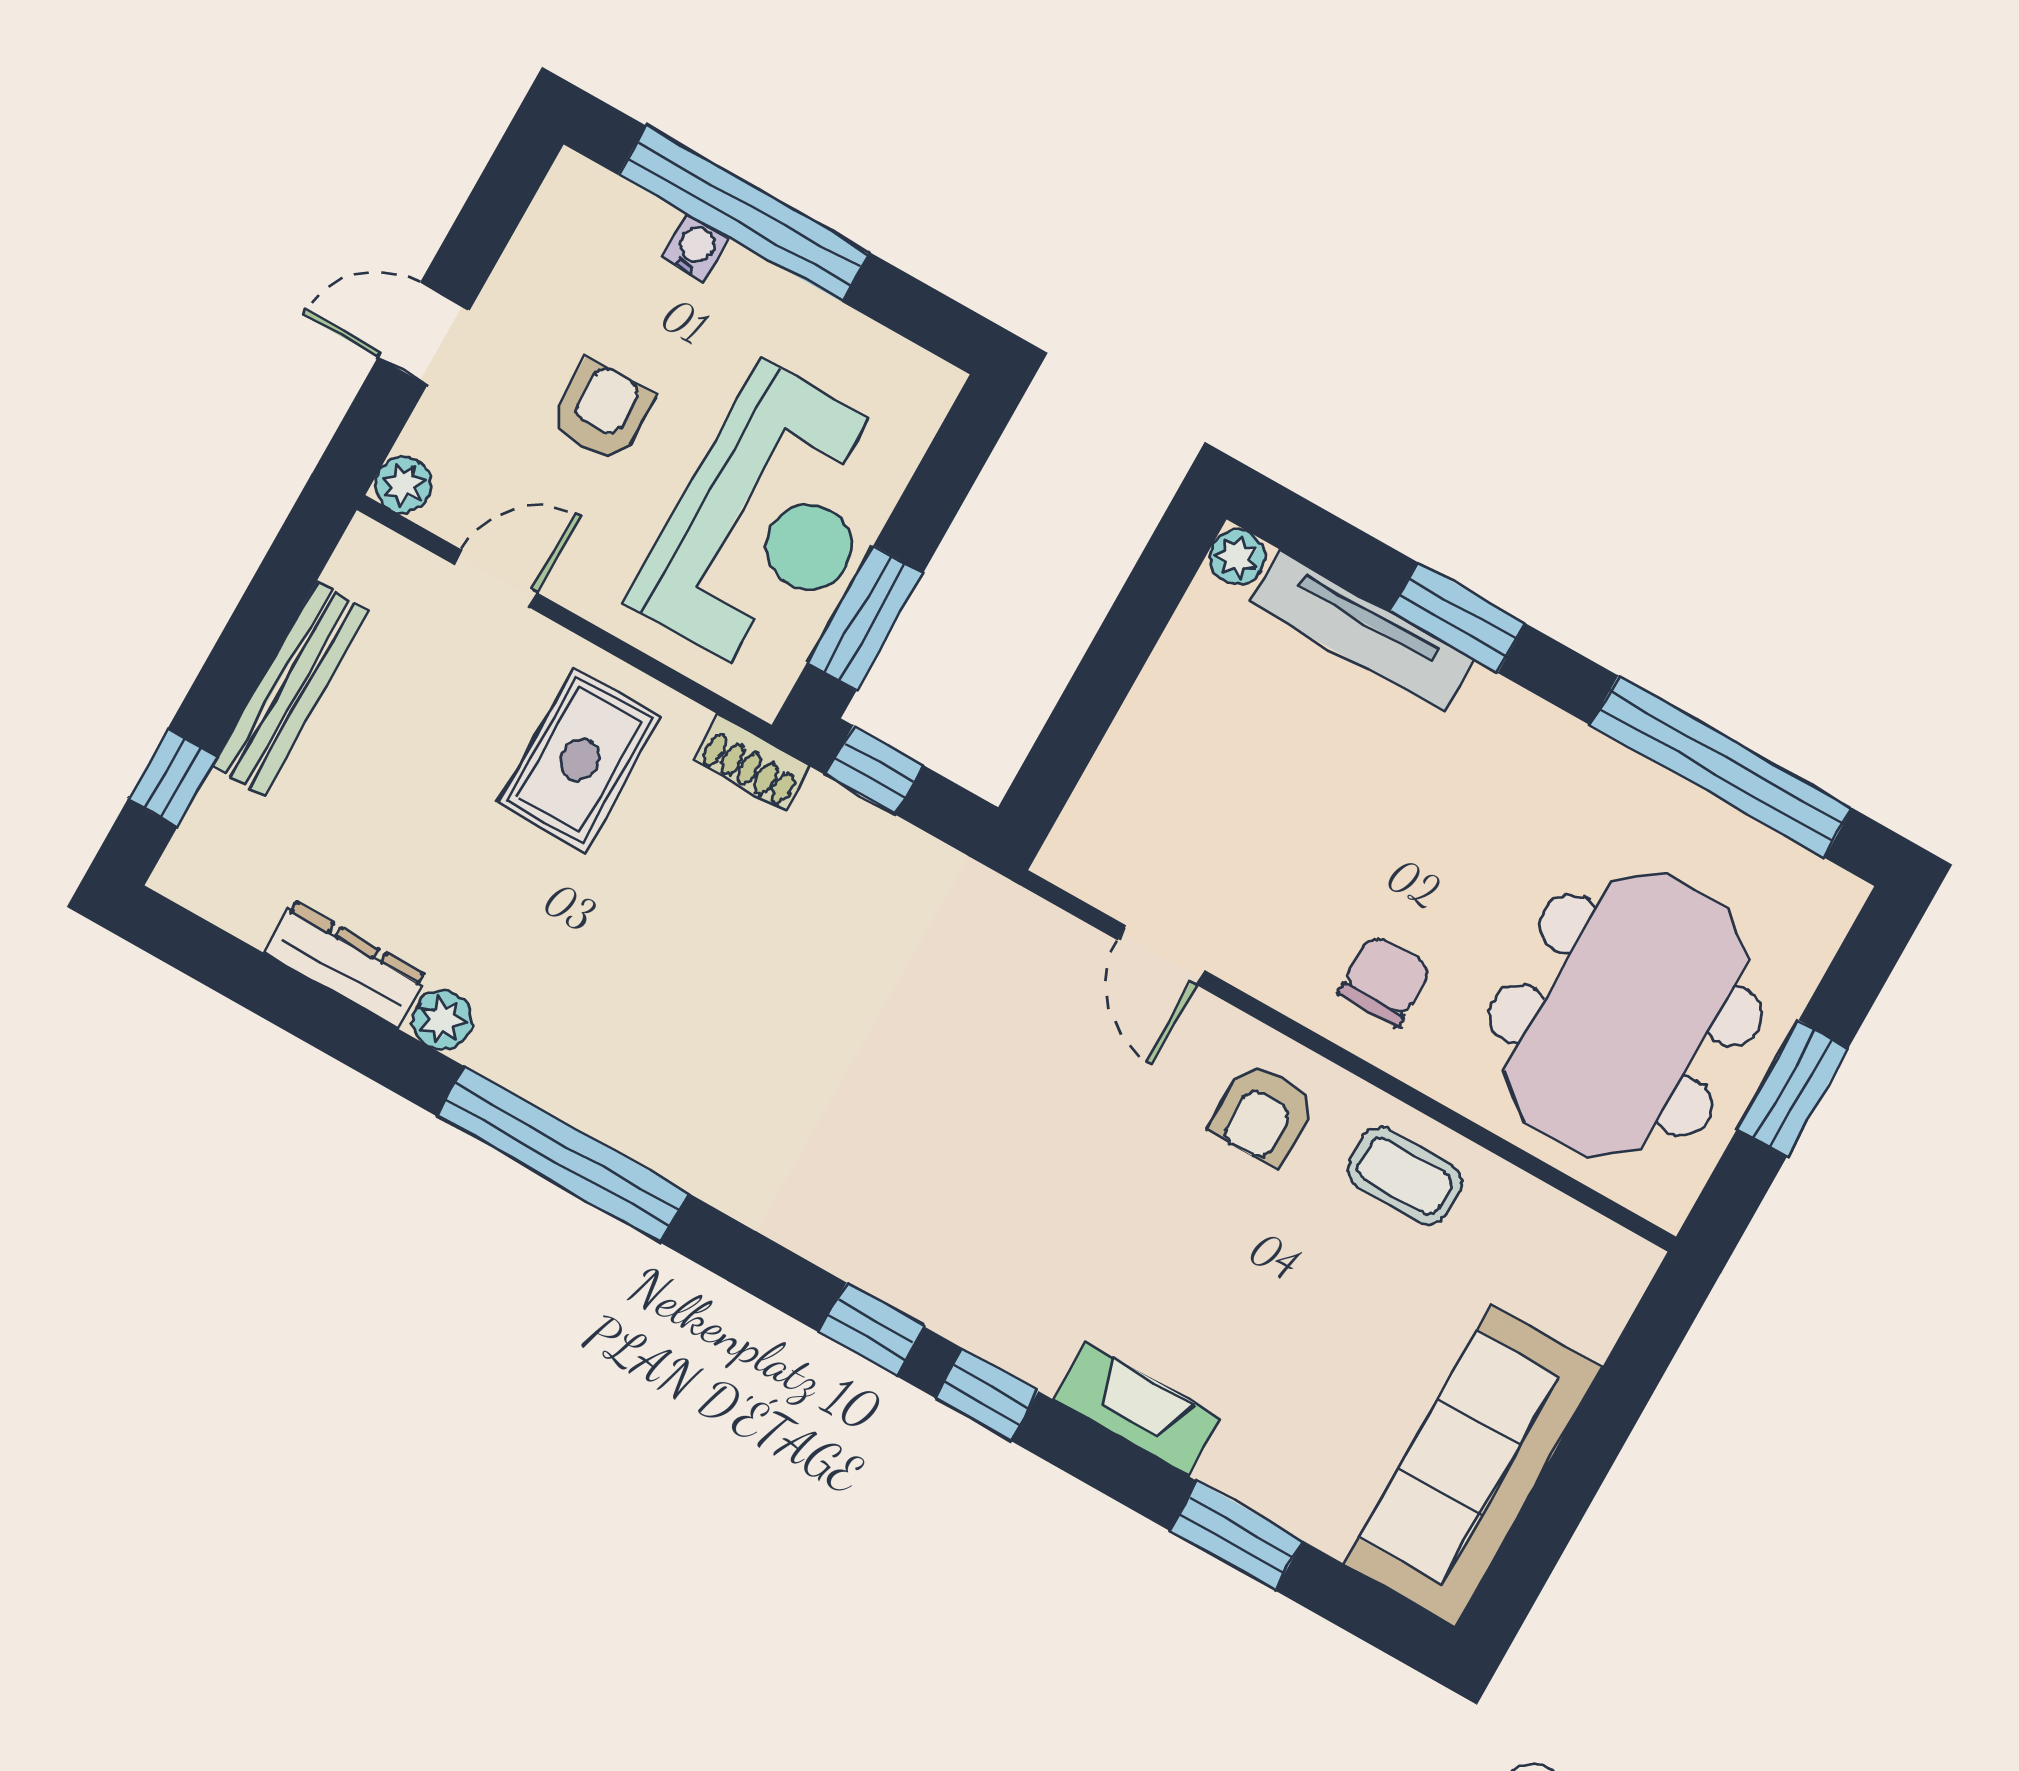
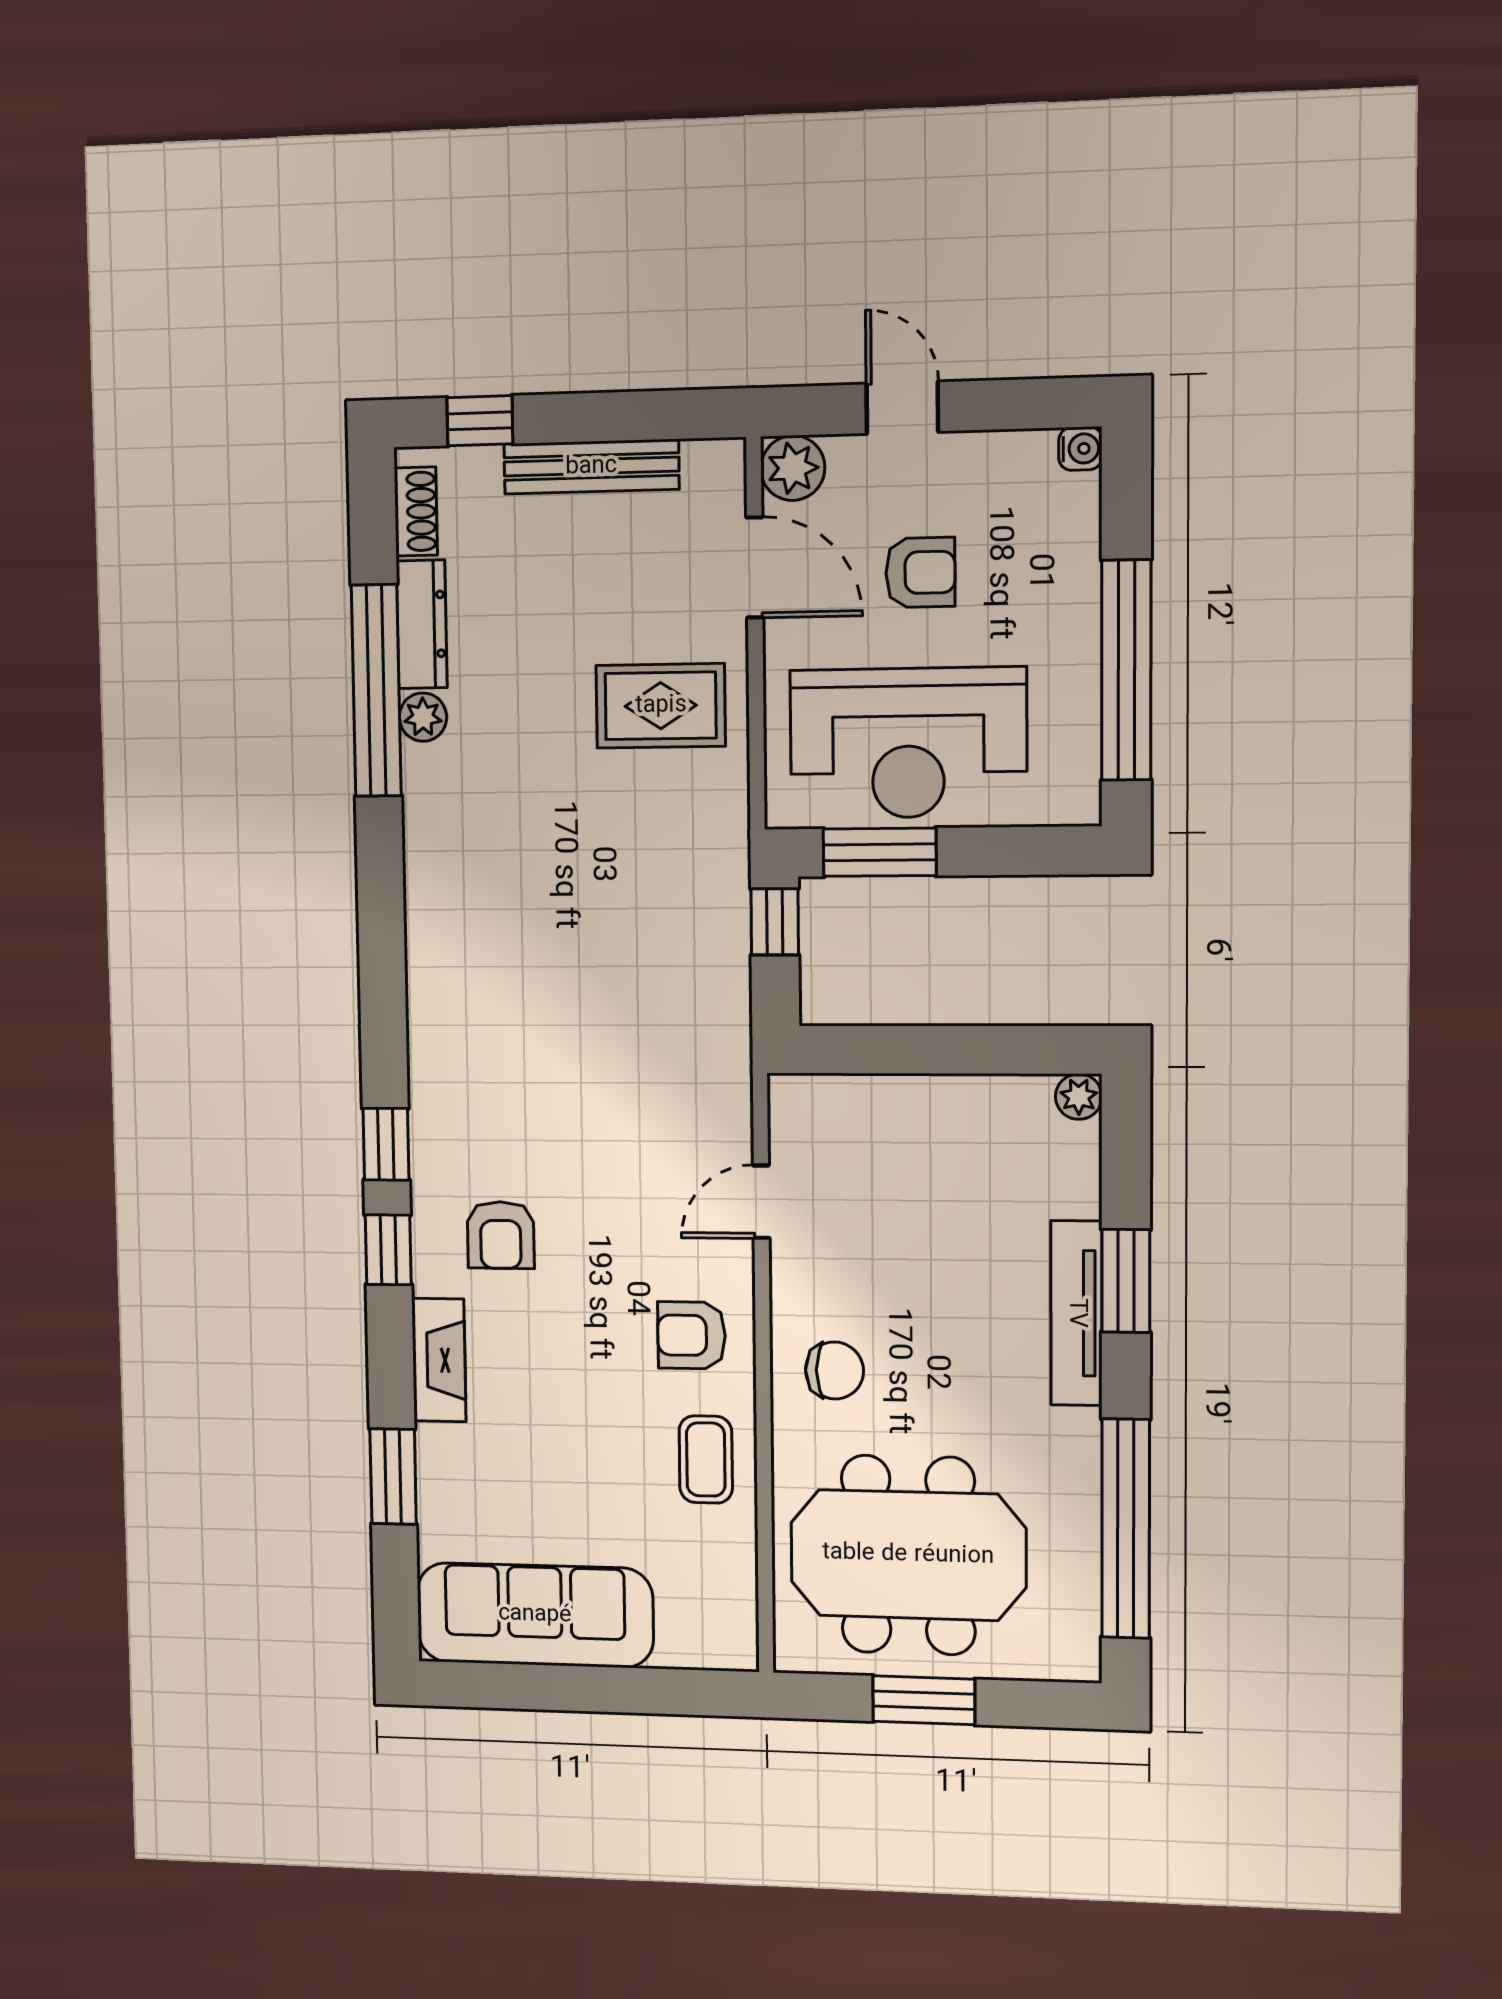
window: (744, 214) -> (1126, 670), moved
water cooler: (695, 248) -> (1080, 449), moved
plant: (403, 485) -> (793, 468), width x1.38, depth x1.38
door: (495, 578) -> (755, 567), width x1.38
tv unit: (1362, 631) -> (1076, 1313), moved
shoe rack: (752, 763) -> (416, 512), moved, turned 180
window: (562, 1154) -> (376, 691), moved
armchair: (1040, 1260) -> (501, 1235), added

